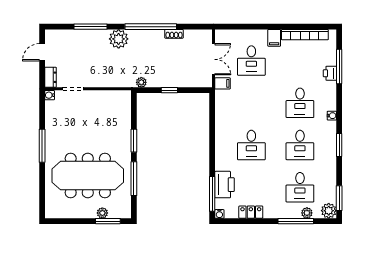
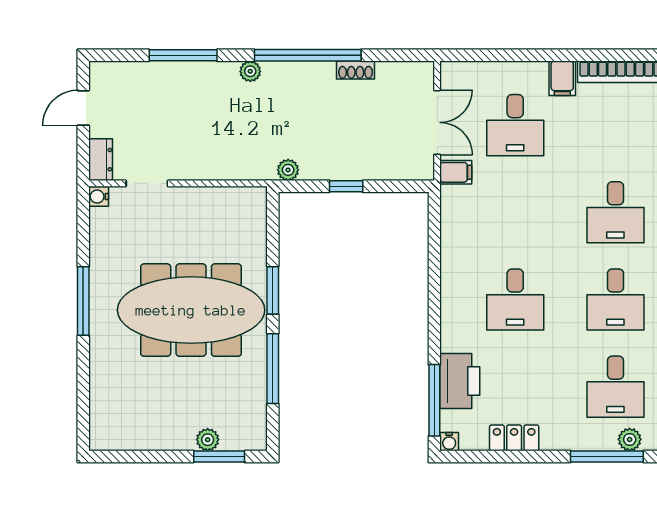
plant: (119, 39) -> (250, 71), width x0.53, depth x0.53
meeting table: (88, 176) -> (191, 310), moved

